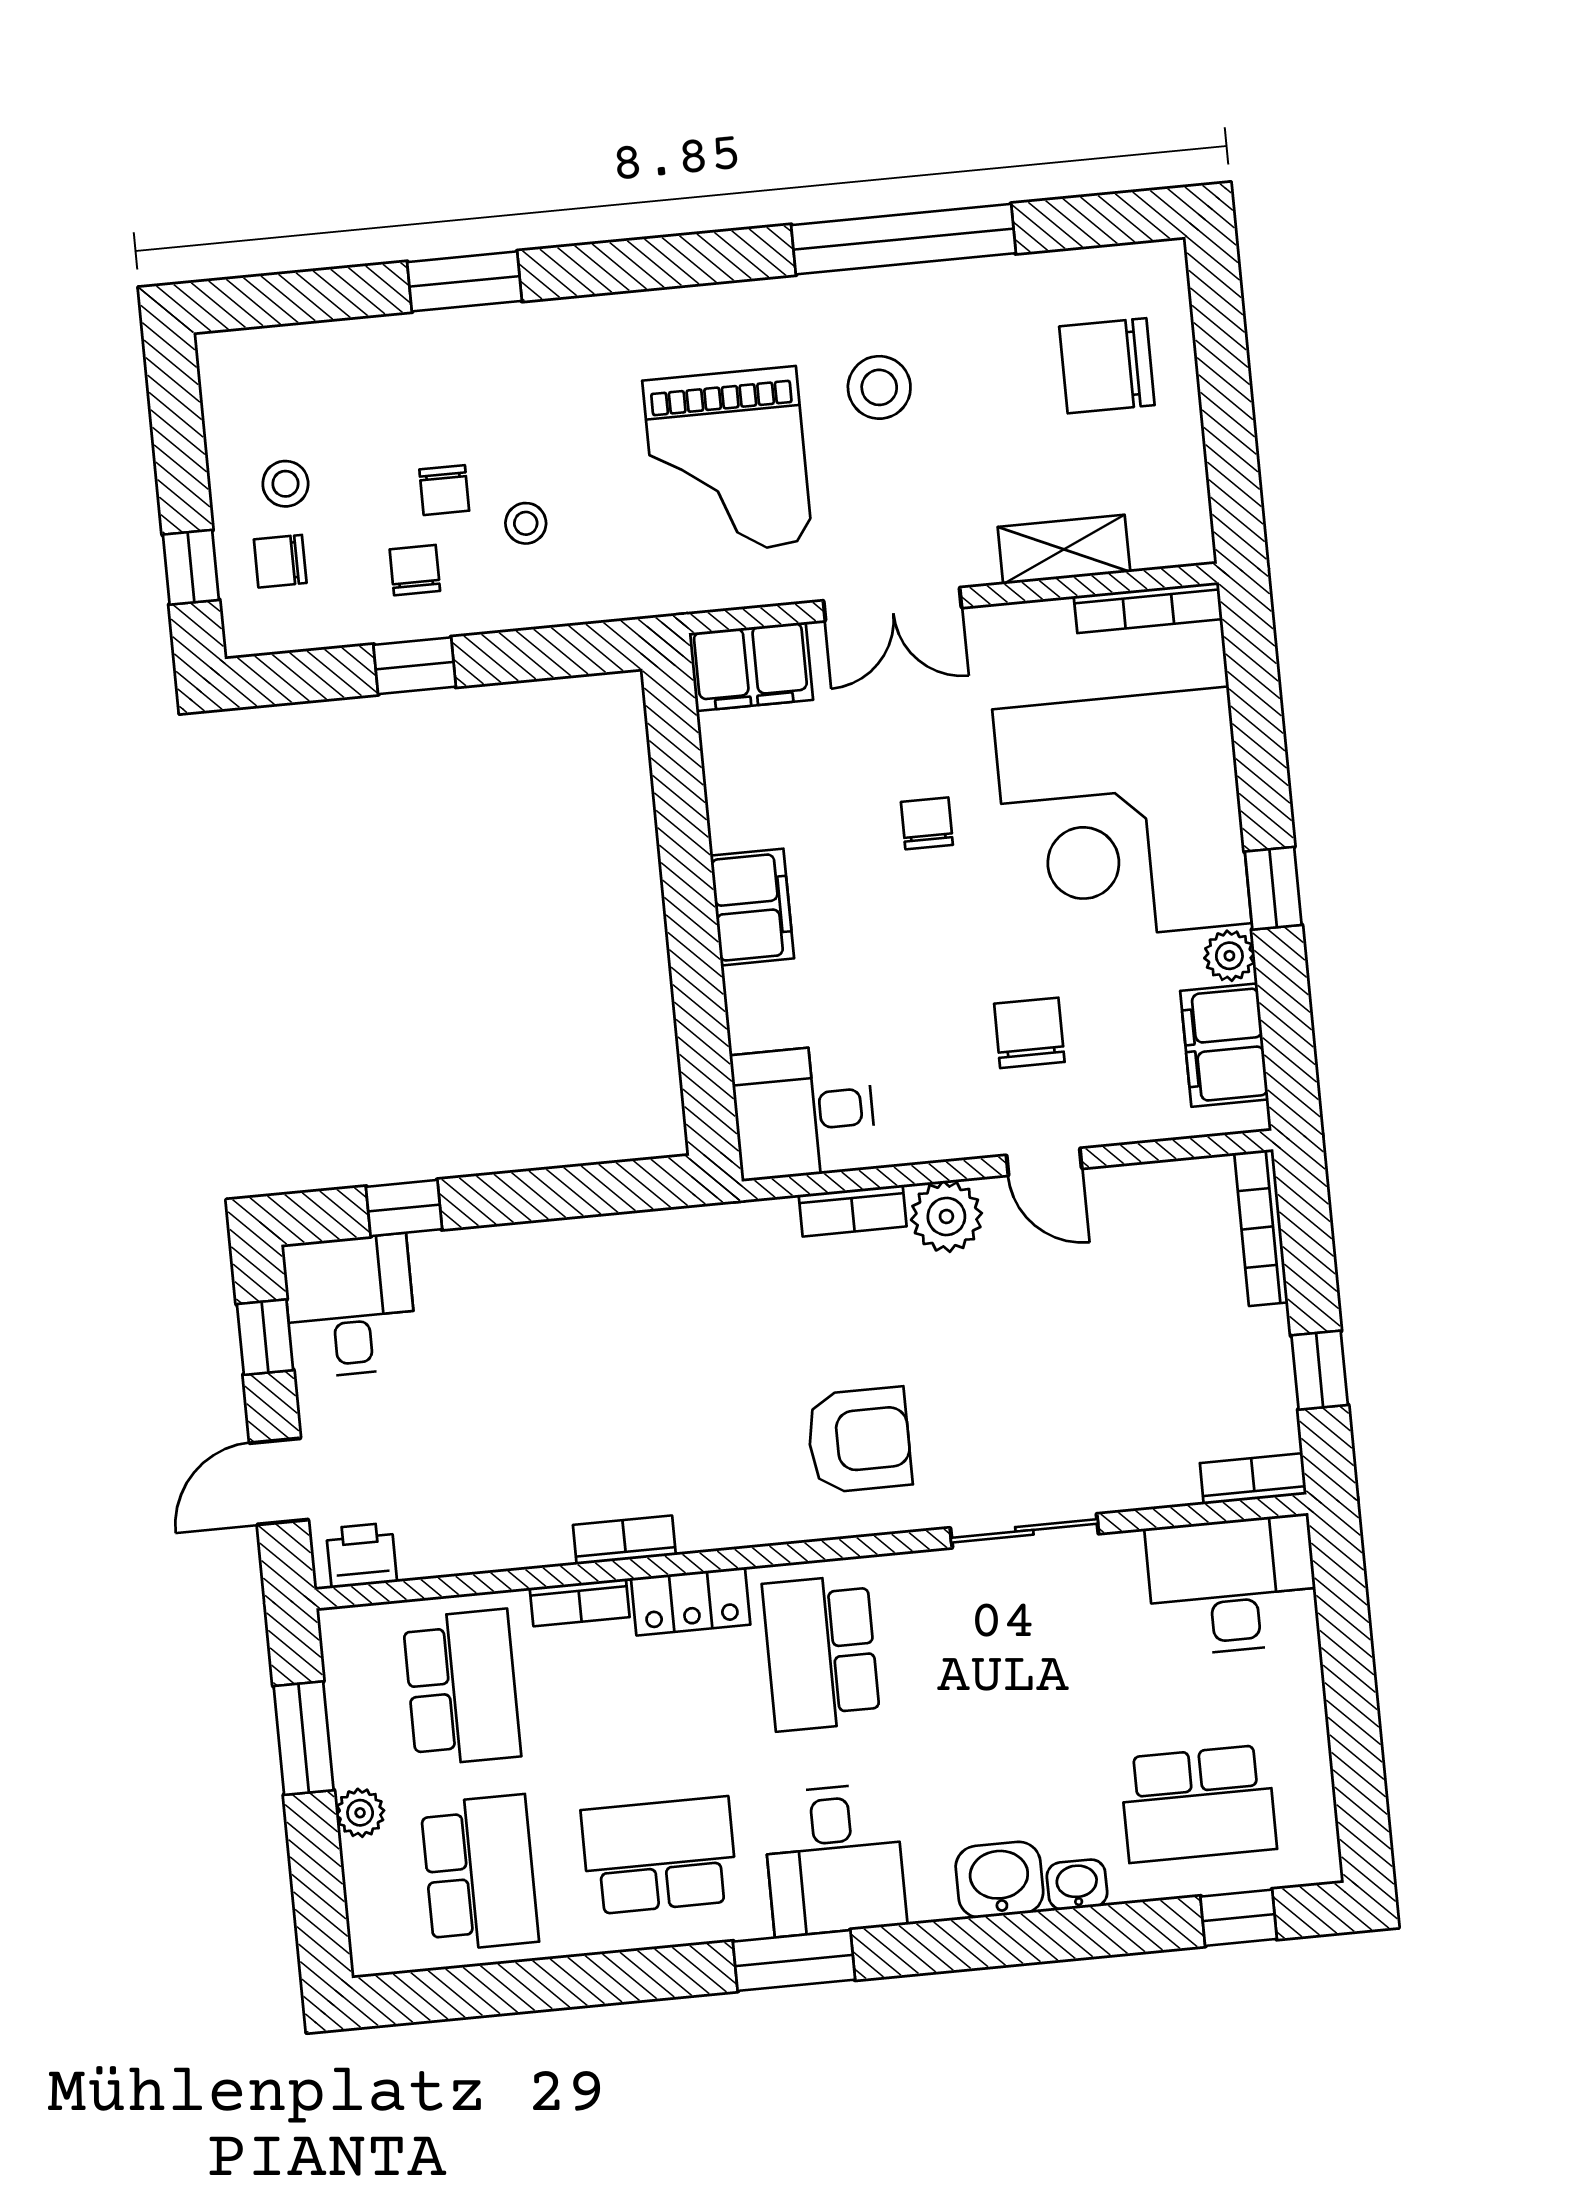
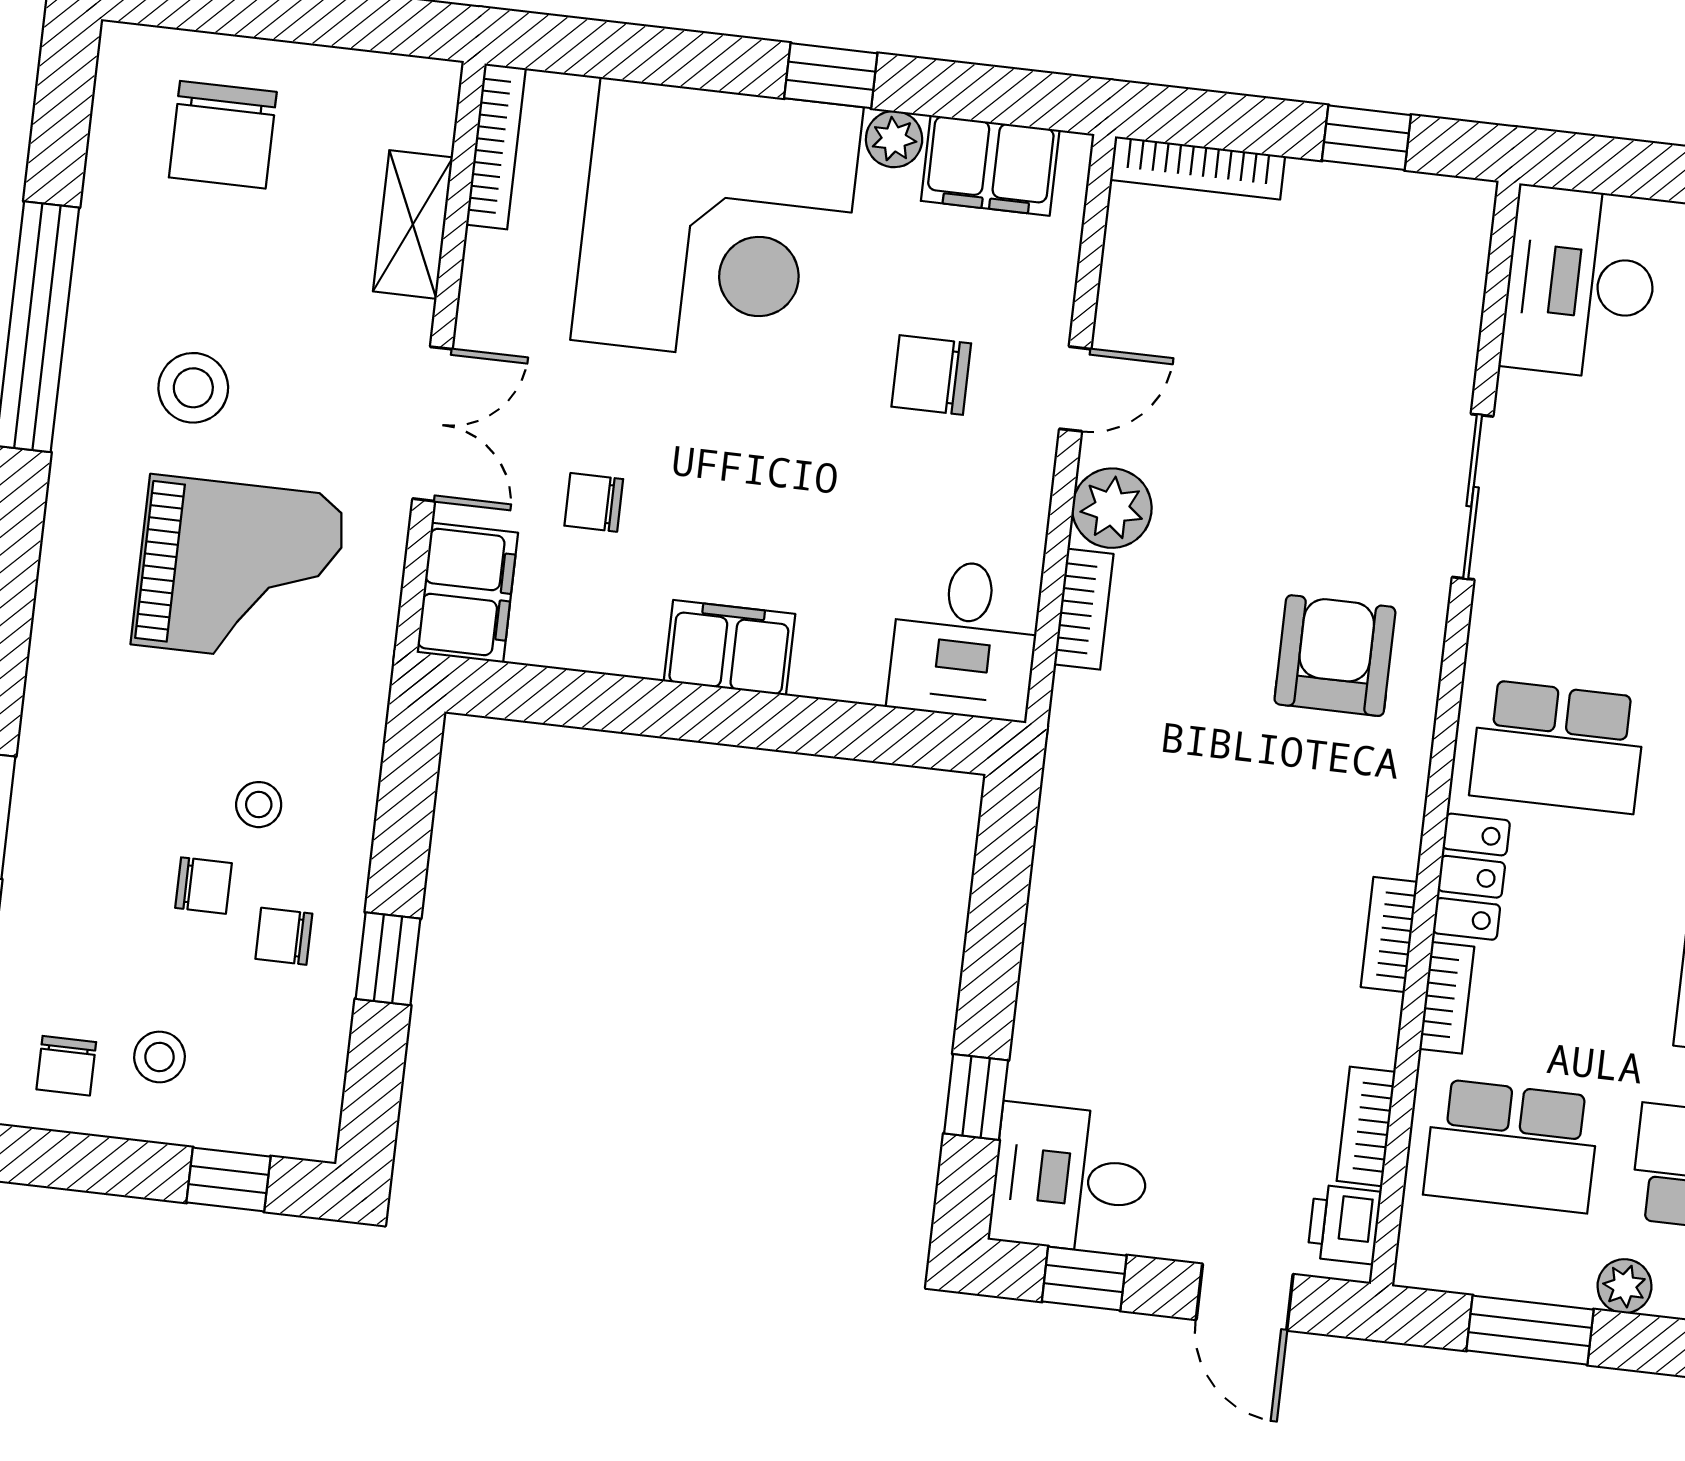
chair: (280, 561) -> (66, 1066), moved
chair: (927, 823) -> (594, 502), moved
bookcase: (1253, 1479) -> (1366, 1126), moved
school desk: (462, 1687) -> (1512, 1146), turned 180

